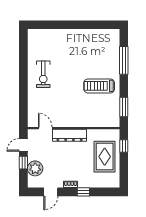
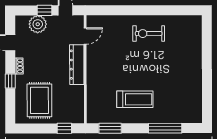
treadmill: (99, 86) -> (135, 99), turned 90
rug: (105, 157) -> (39, 100), moved, turned 90

